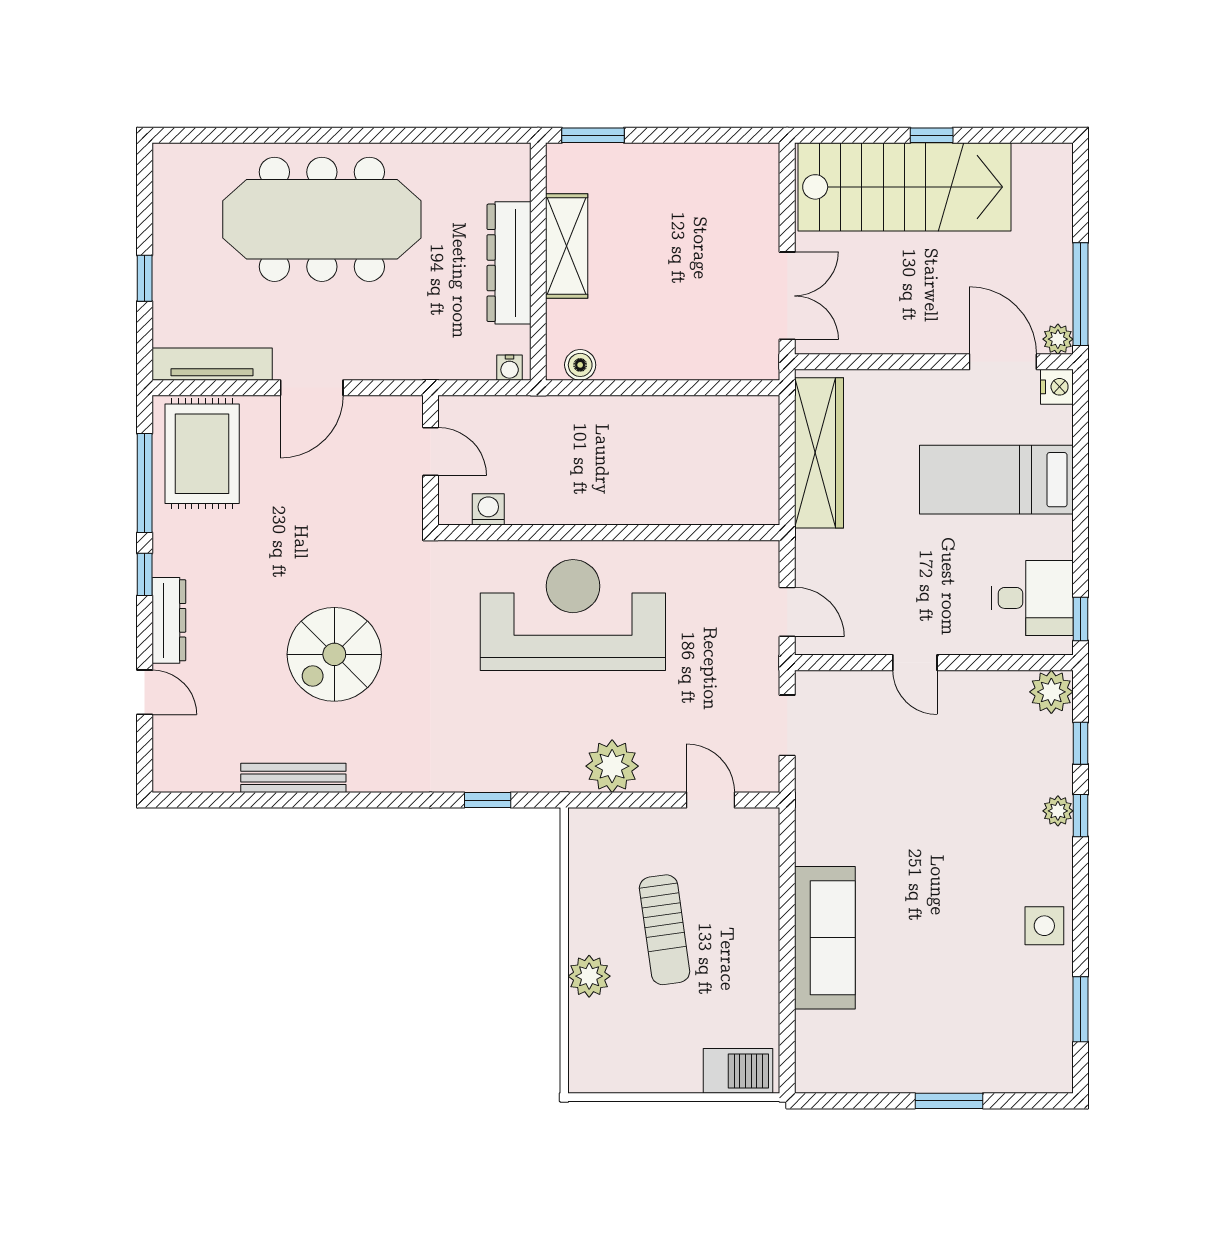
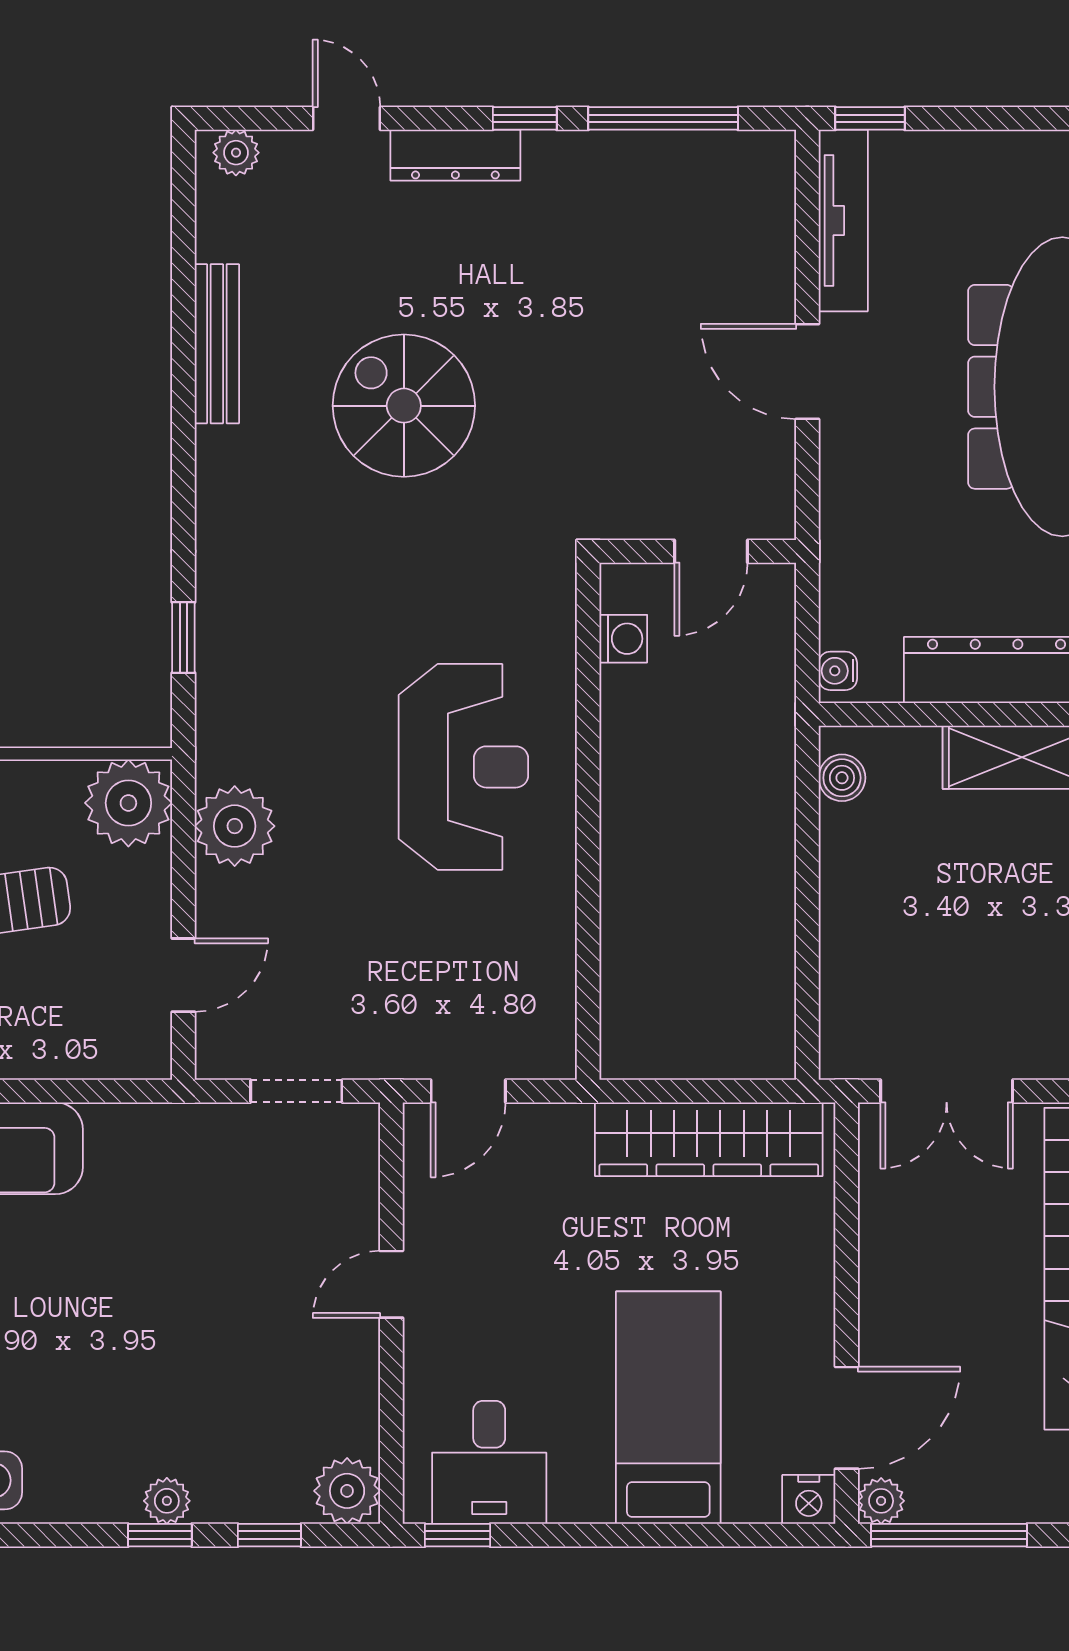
window: (145, 278) -> (870, 118), moved
rug: (202, 454) -> (707, 205), removed
reception desk: (573, 615) -> (463, 767), width x0.74, depth x0.77
door: (145, 692) -> (346, 118), swing flipped
plant: (167, 765) -> (236, 153), added
plant: (597, 836) -> (128, 803), added

